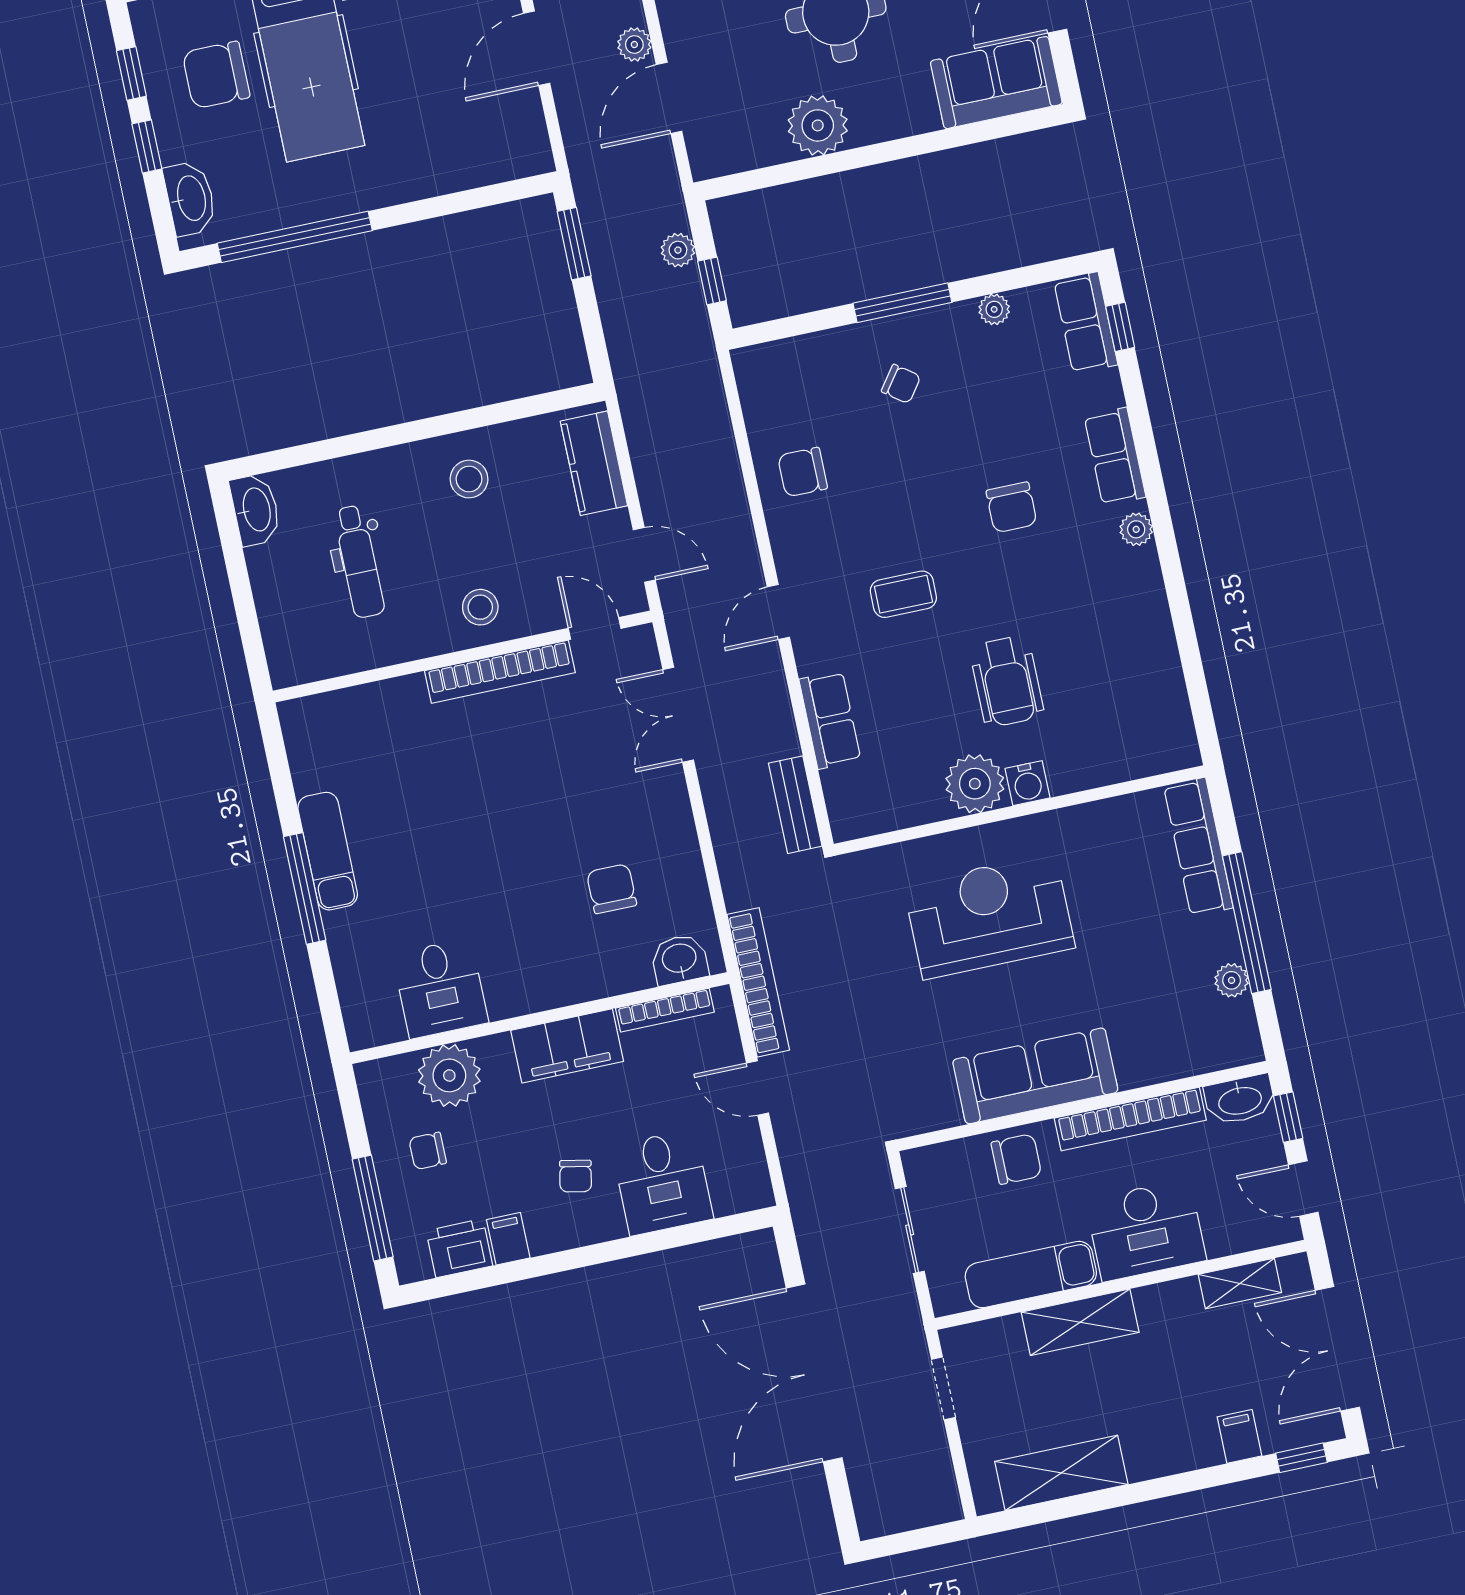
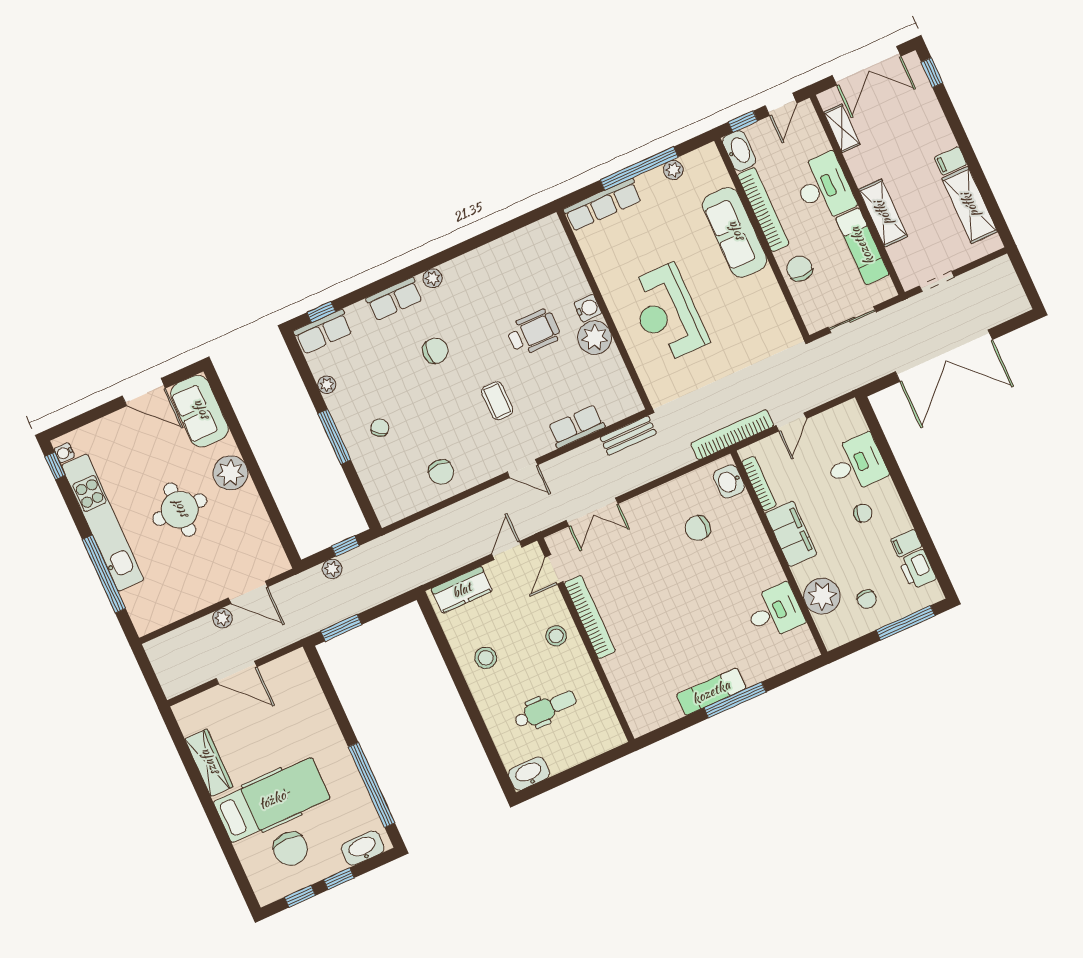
plant: (818, 125) -> (230, 473), moved
sofa: (1035, 1076) -> (735, 232), moved
filing cabinet: (1240, 1436) -> (951, 161), moved

